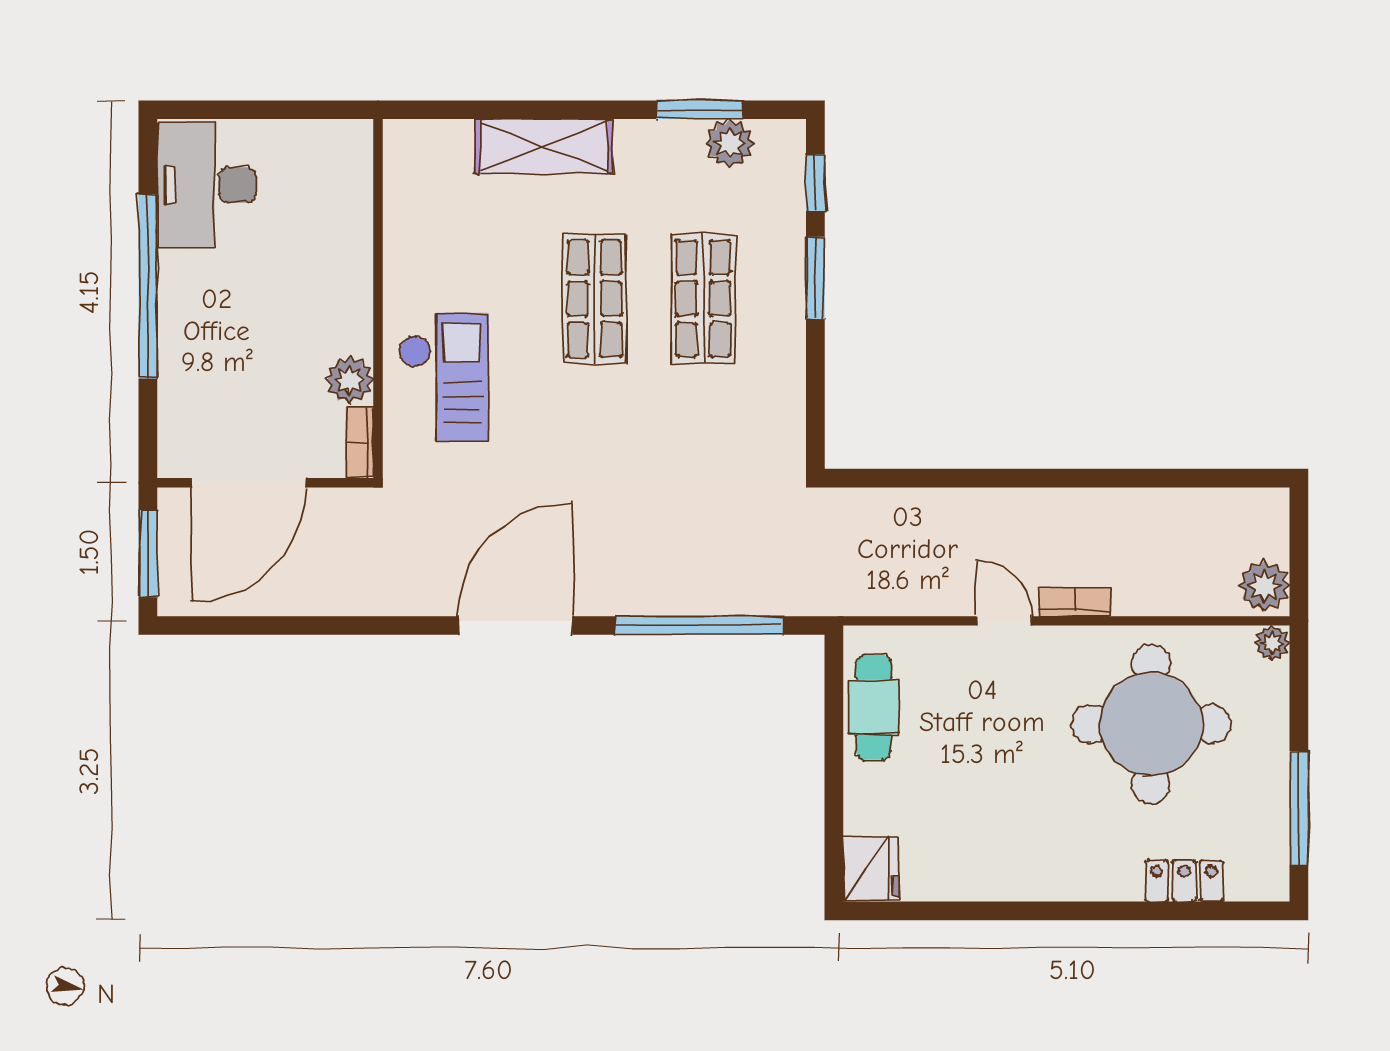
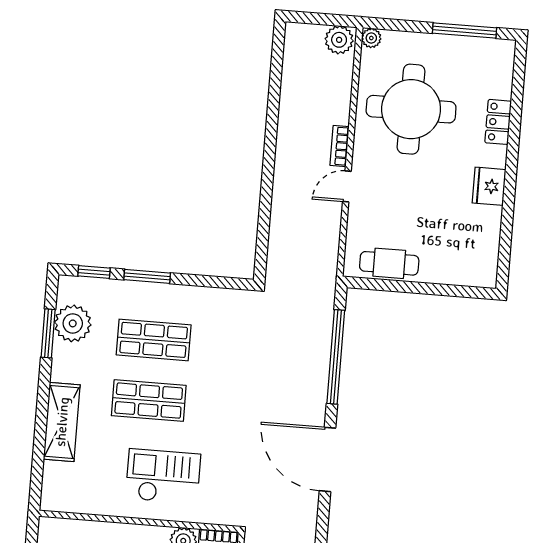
plant: (730, 143) -> (73, 323), width x1.36, depth x1.36
checkout: (443, 377) -> (163, 476), moved
fridge: (871, 869) -> (489, 186), moved, turned -90
locker: (1184, 881) -> (498, 122), moved

